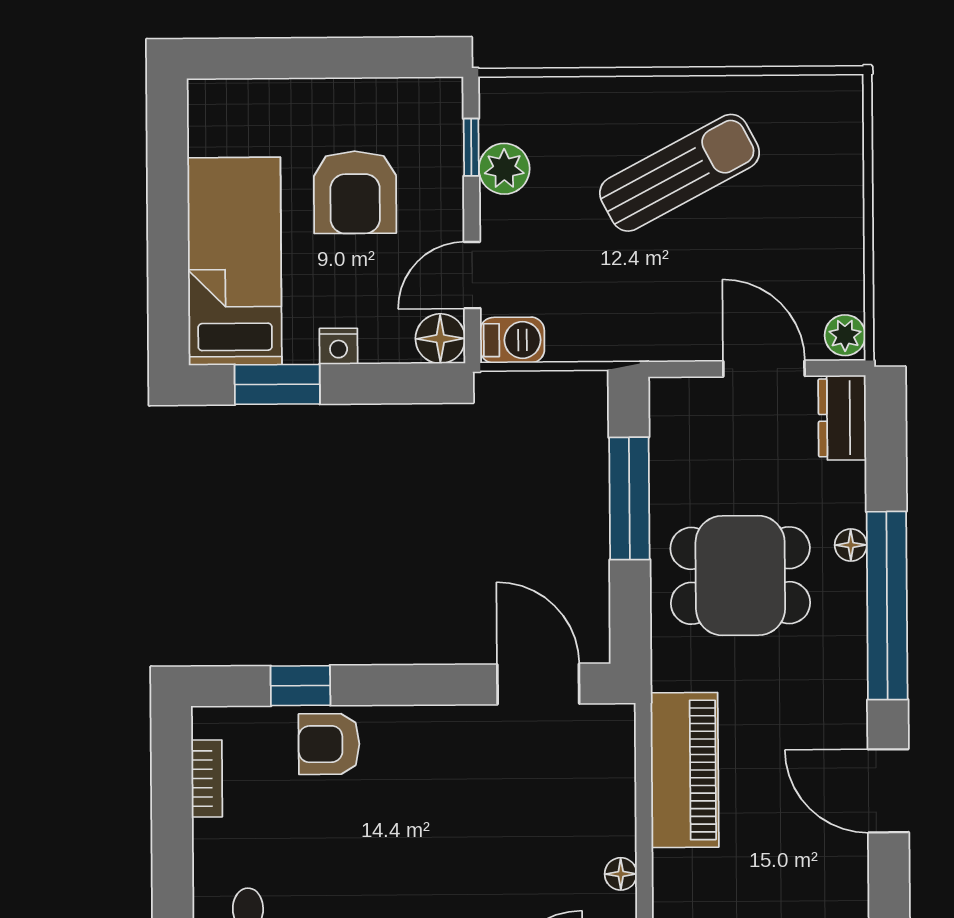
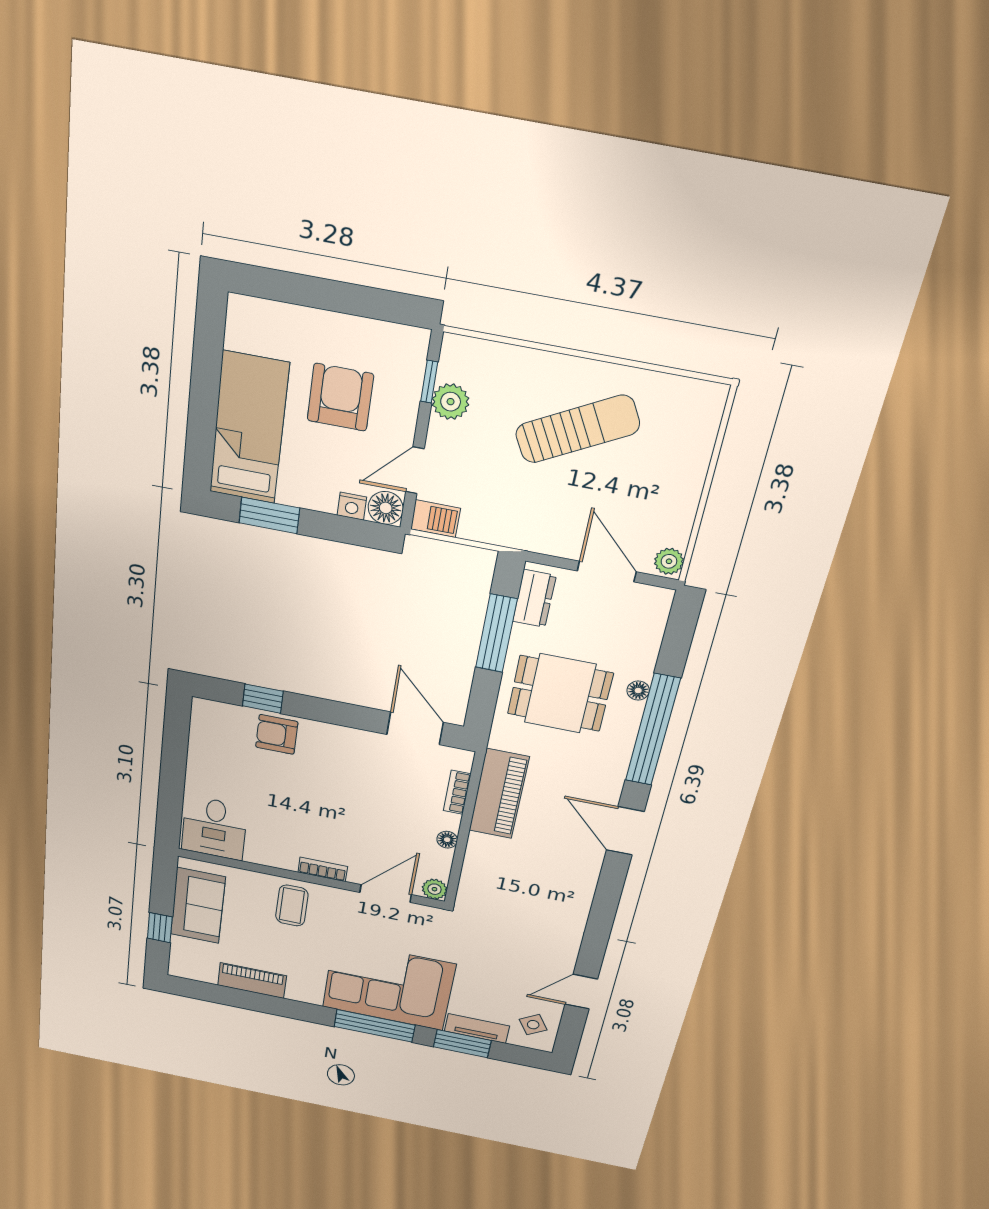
armchair: (355, 192) -> (340, 397), turned 180
nightstand: (339, 346) -> (352, 506), moved
dresser: (842, 418) -> (534, 598), moved, turned 180
bookcase: (207, 778) -> (457, 792), moved, turned 180

